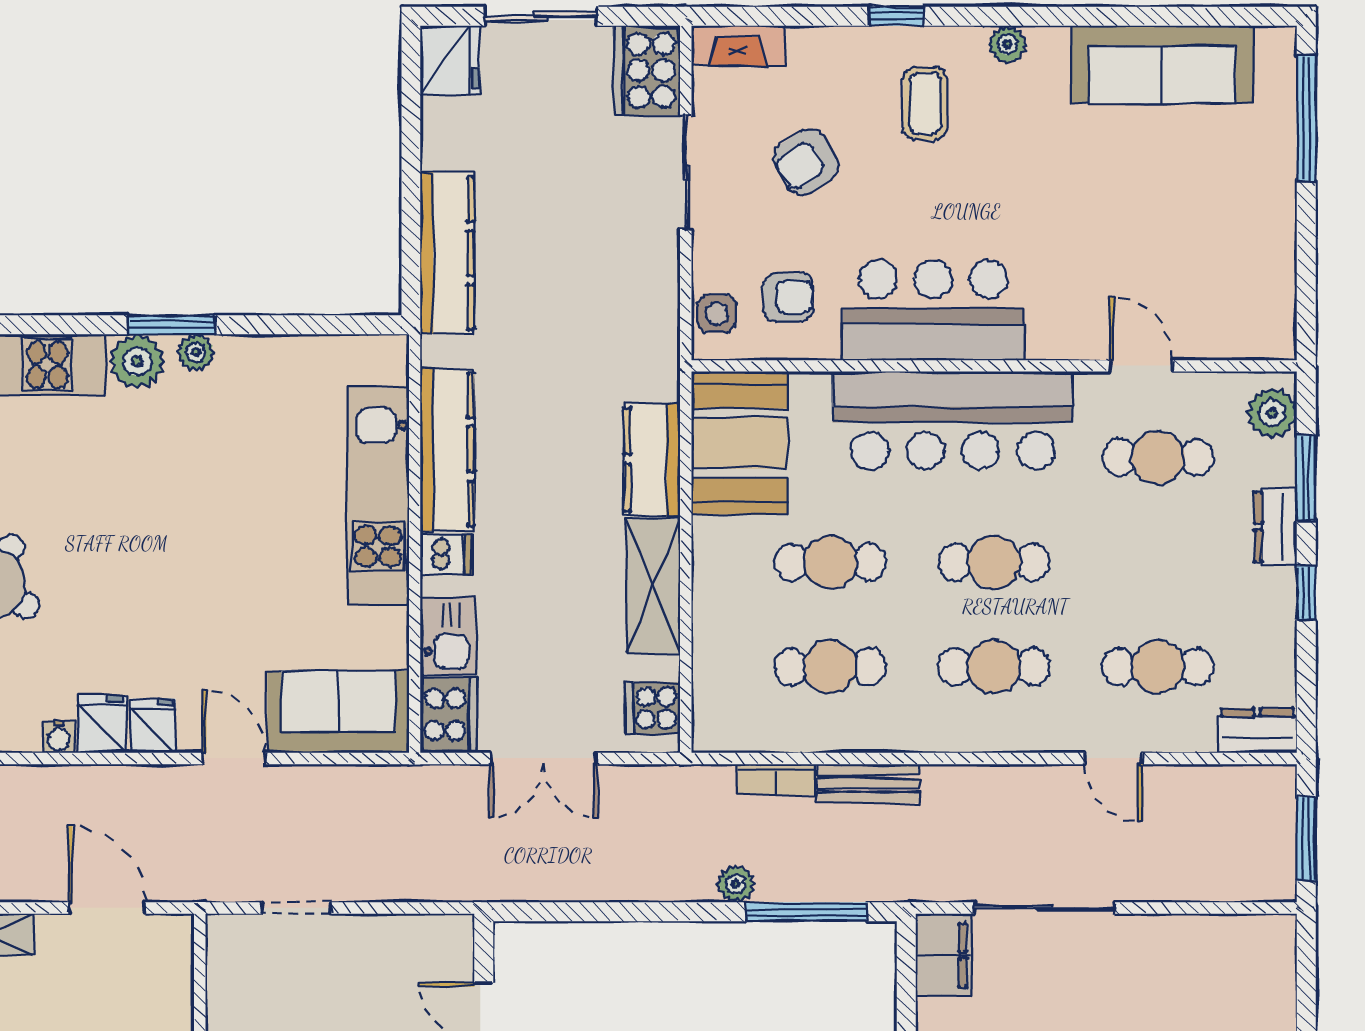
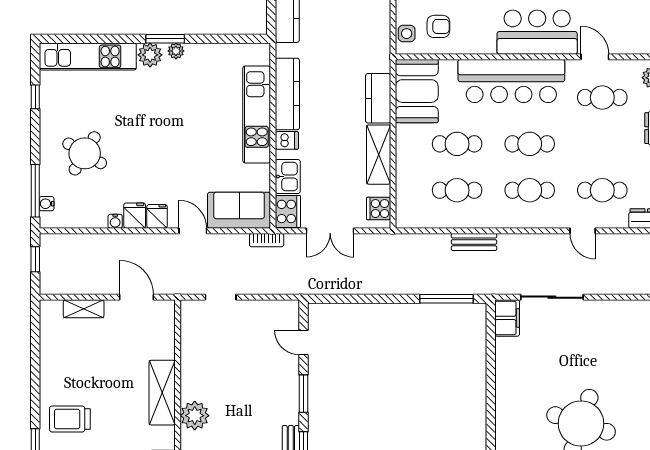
bar counter: (933, 310) -> (537, 32), moved
bookcase: (775, 779) -> (267, 240), moved
plant: (736, 884) -> (415, 286), removed

